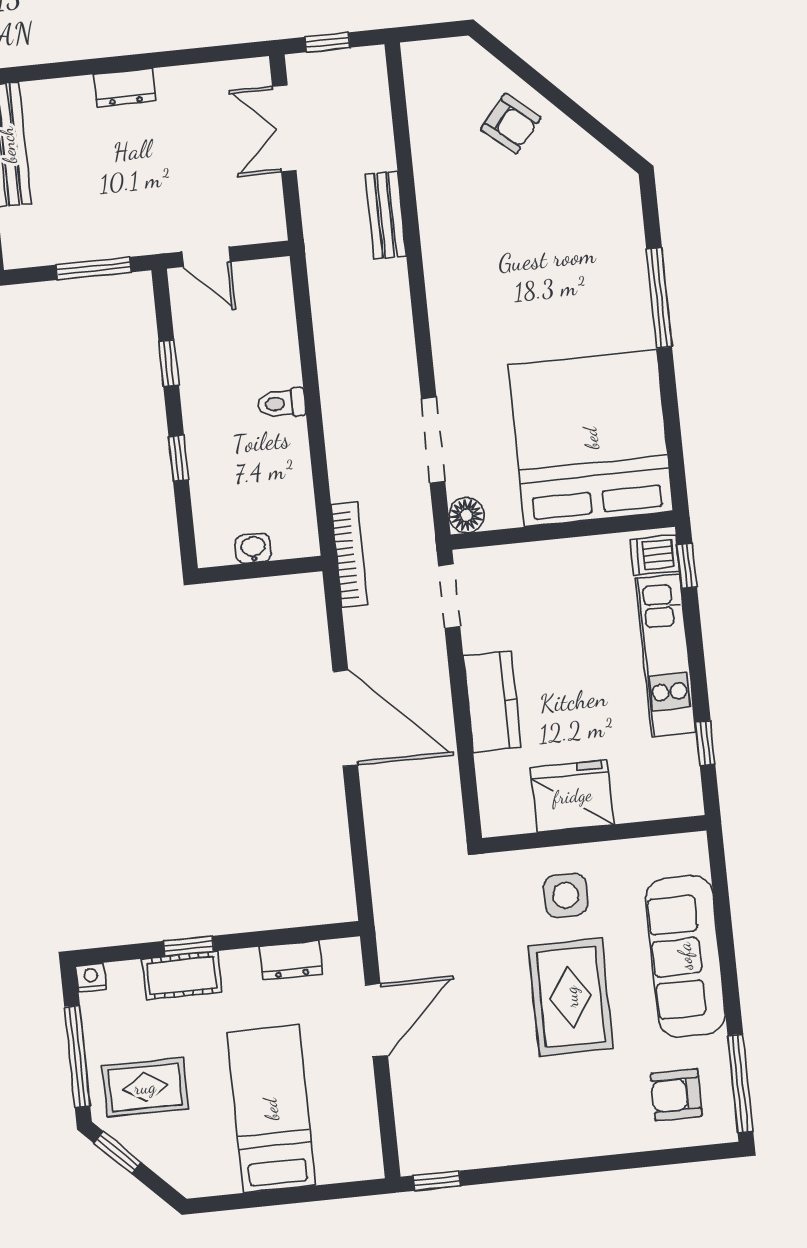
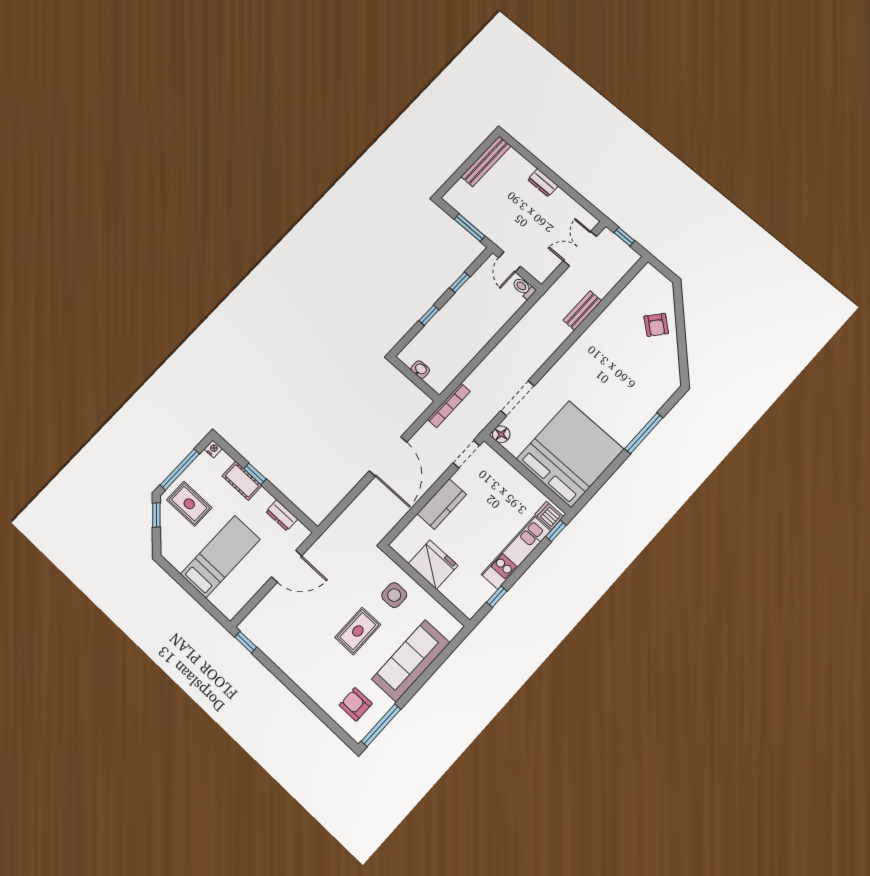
toilet: (281, 403) -> (524, 288), moved
rug: (571, 997) -> (358, 631), width x0.73, depth x0.70

